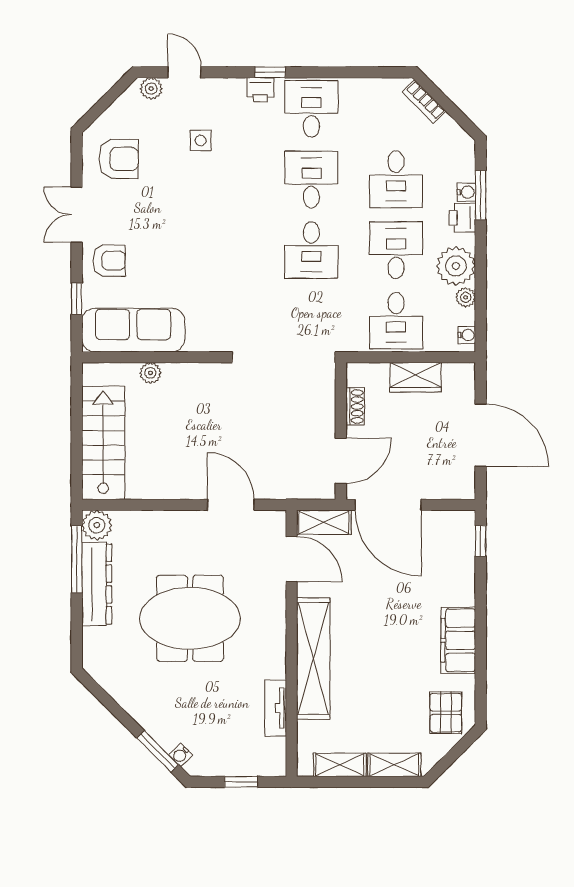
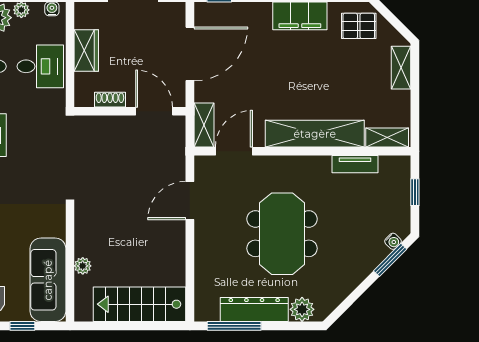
door: (388, 505) -> (190, 54), moved
plant: (97, 525) -> (302, 309), moved
shelving: (340, 765) -> (387, 137), moved, turned 90

